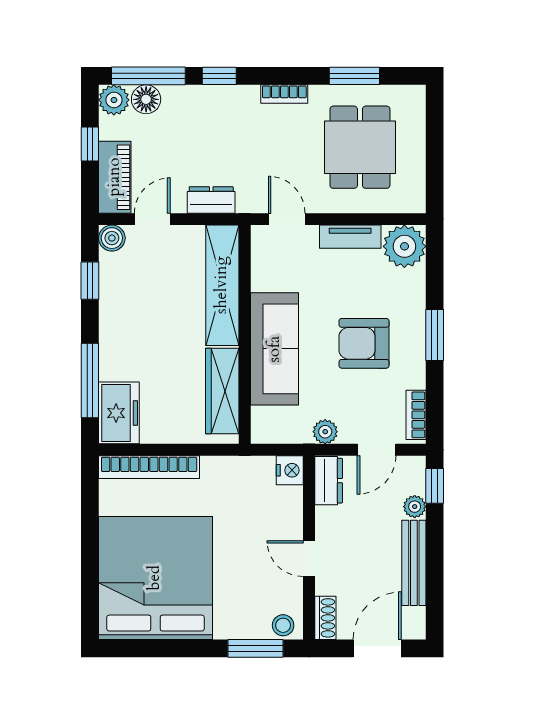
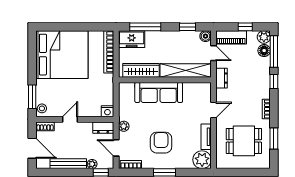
shelving: (222, 285) -> (186, 70), moved
wall: (245, 334) -> (165, 80), moved
sofa: (275, 349) -> (159, 92), moved
wardrobe: (222, 391) -> (141, 70), moved

